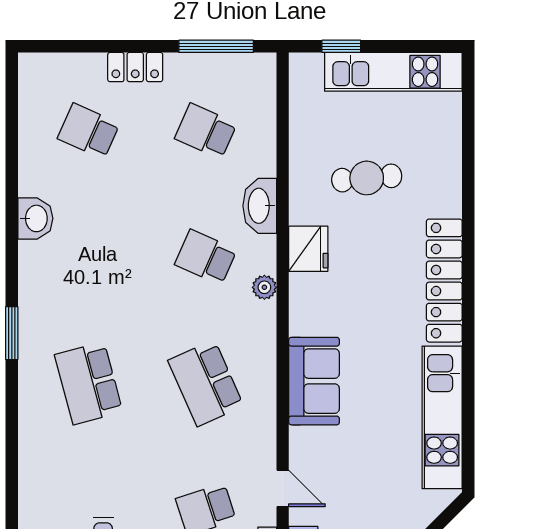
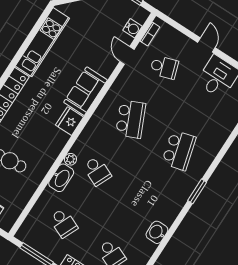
fridge: (308, 249) -> (70, 121), moved
plant: (264, 287) -> (70, 159), moved

